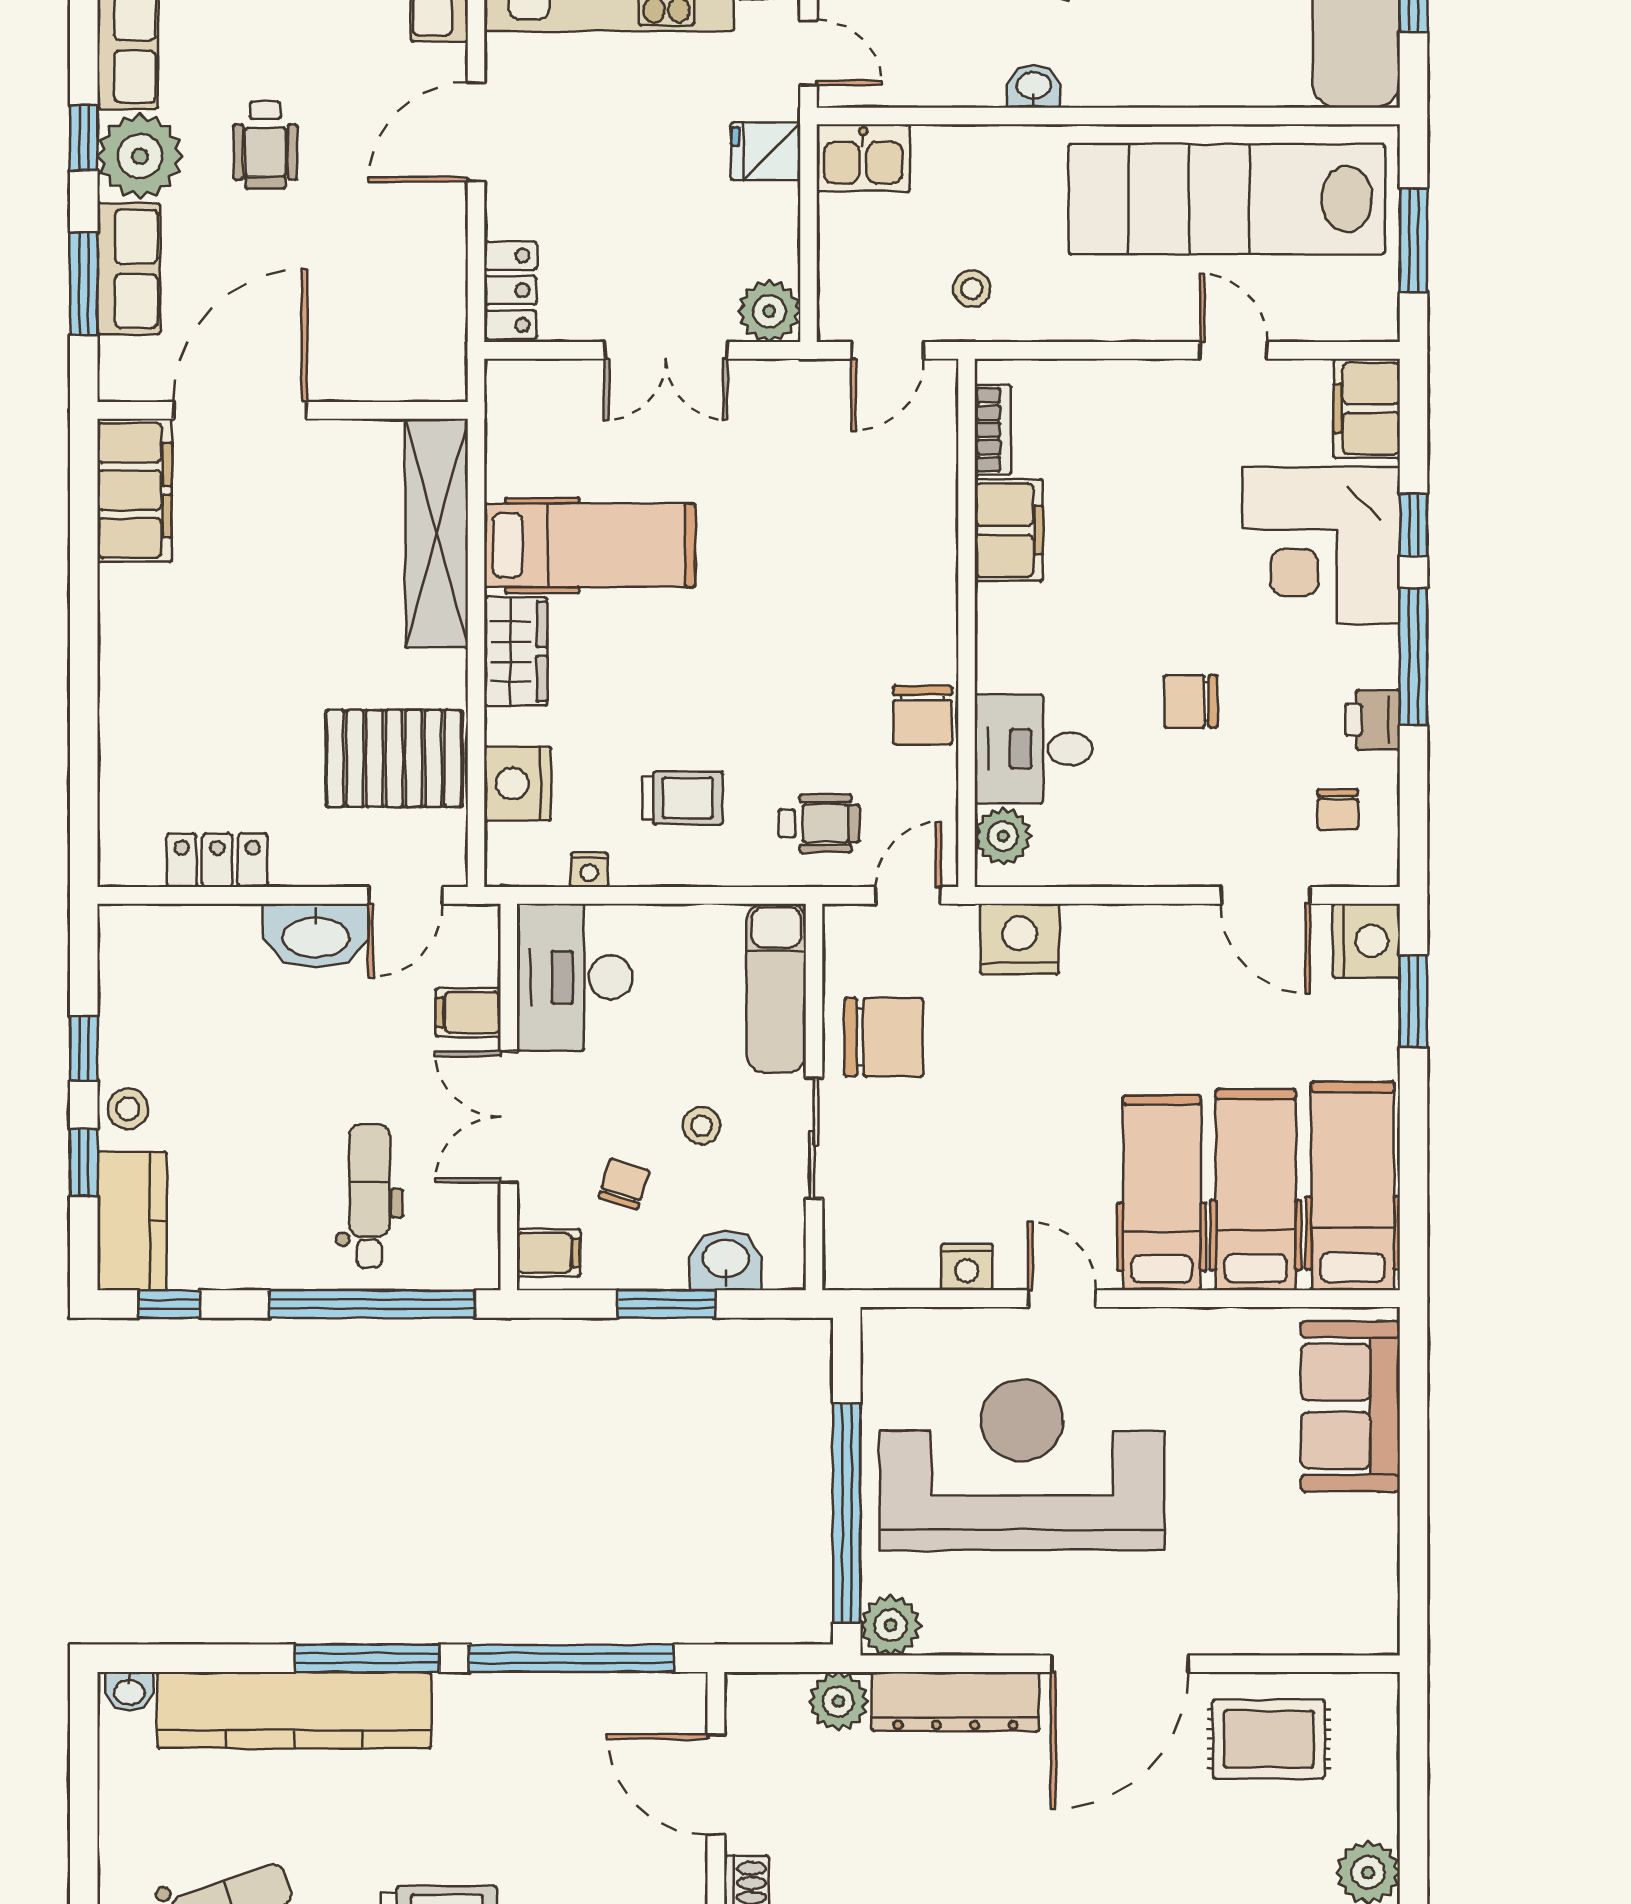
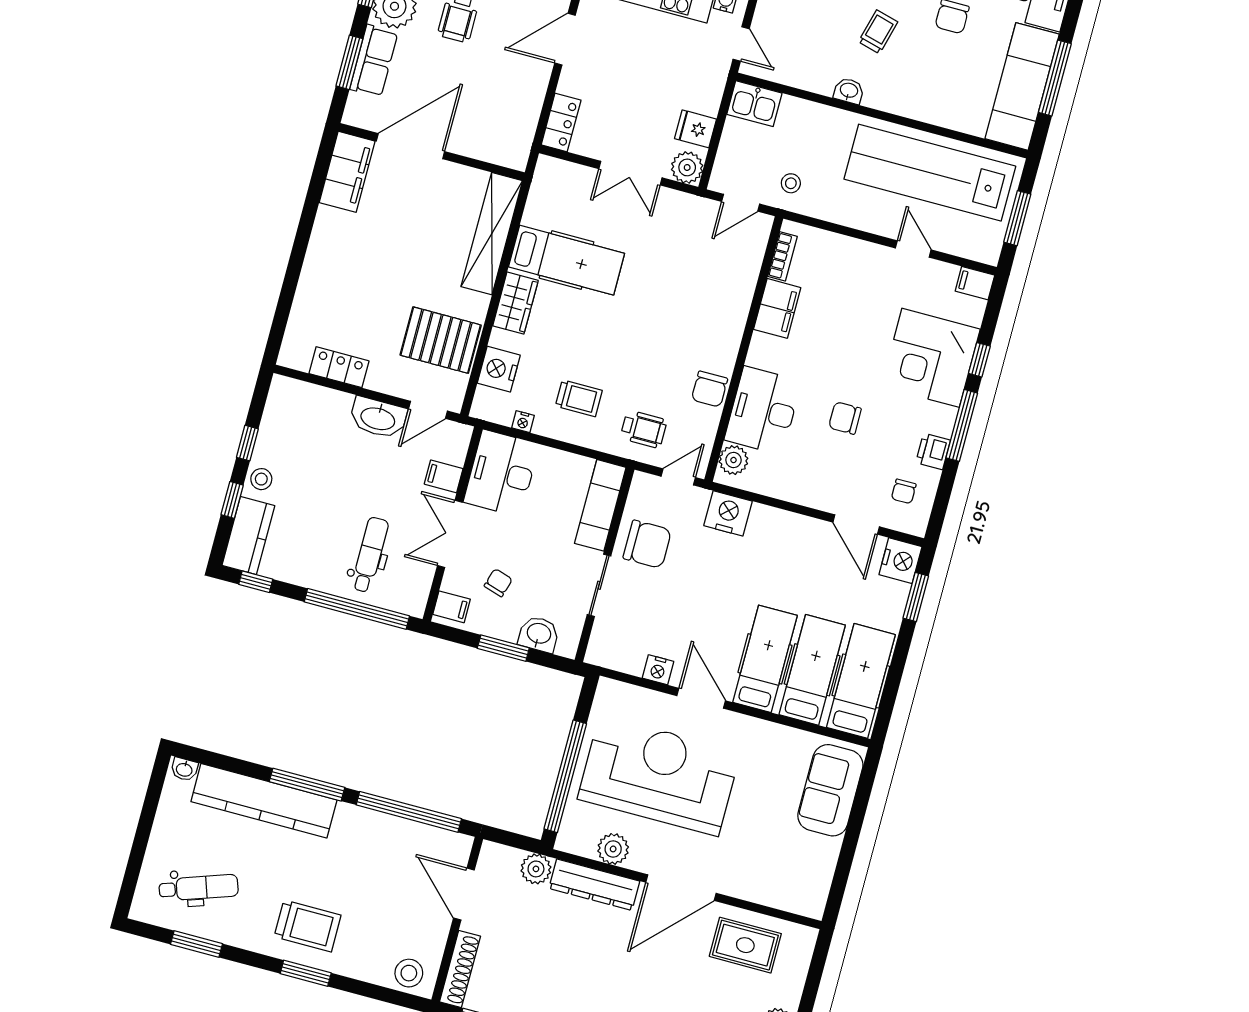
fridge: (766, 151) -> (696, 129), moved
filing cabinet: (1367, 408) -> (975, 283), width x0.50
desk: (1034, 749) -> (763, 411), width x1.37
stool: (702, 1126) -> (545, 564), removed
door: (1062, 1299) -> (701, 698), width x1.38
plant: (891, 1625) -> (613, 849), moved

